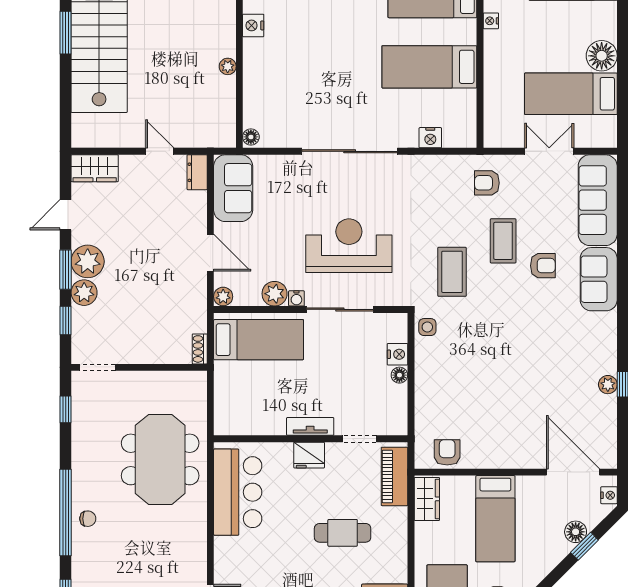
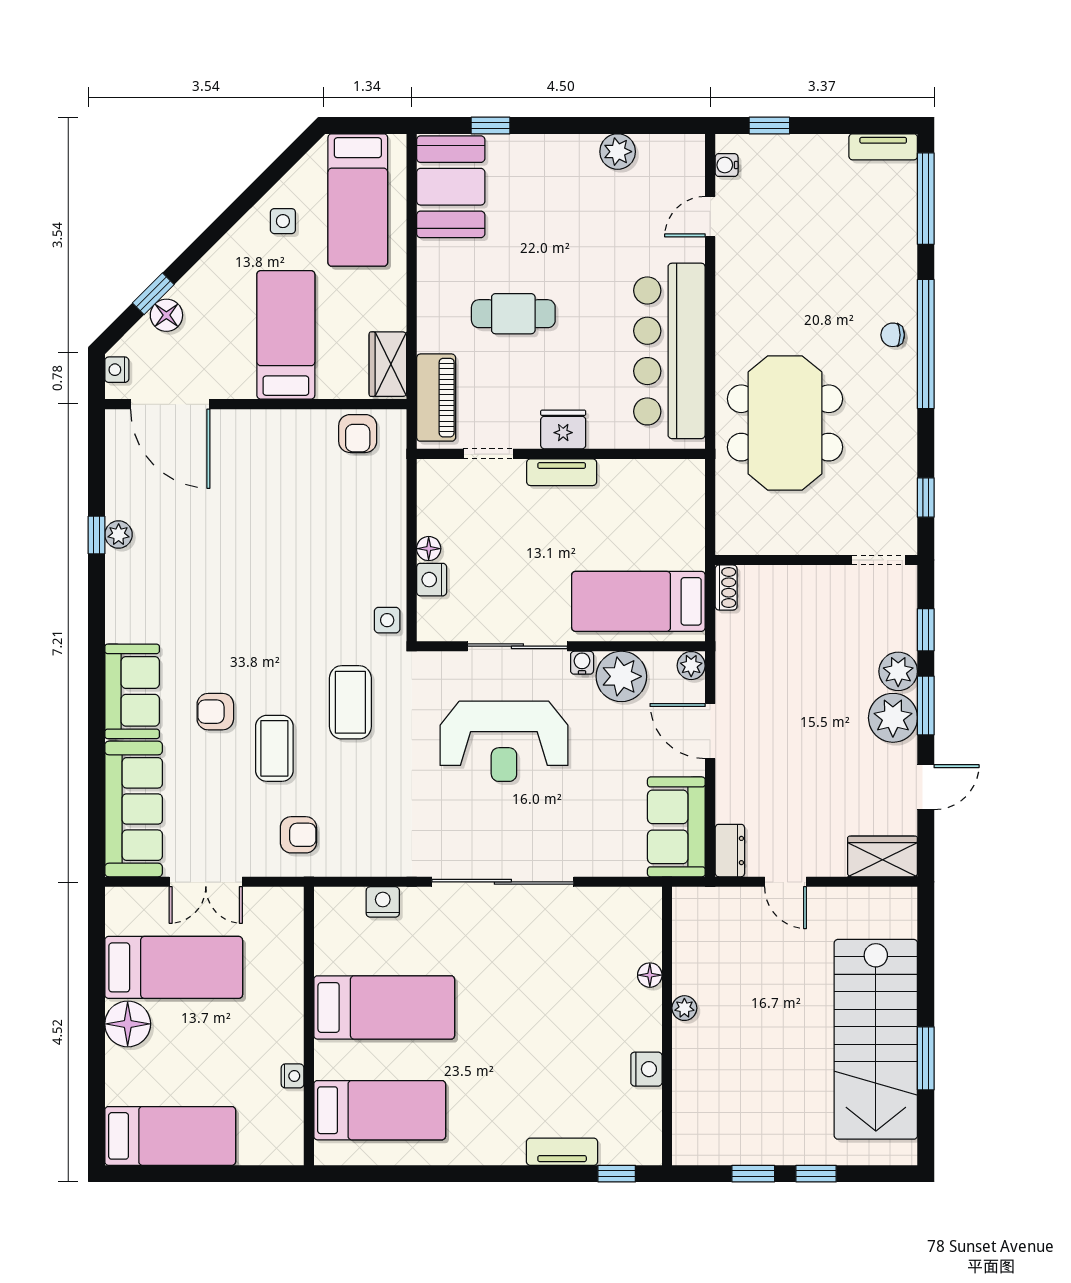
floor lamp: (251, 137) -> (650, 975), moved
plant: (275, 294) -> (621, 676), width x1.36, depth x1.36
bar counter: (238, 492) -> (669, 351), width x1.36

